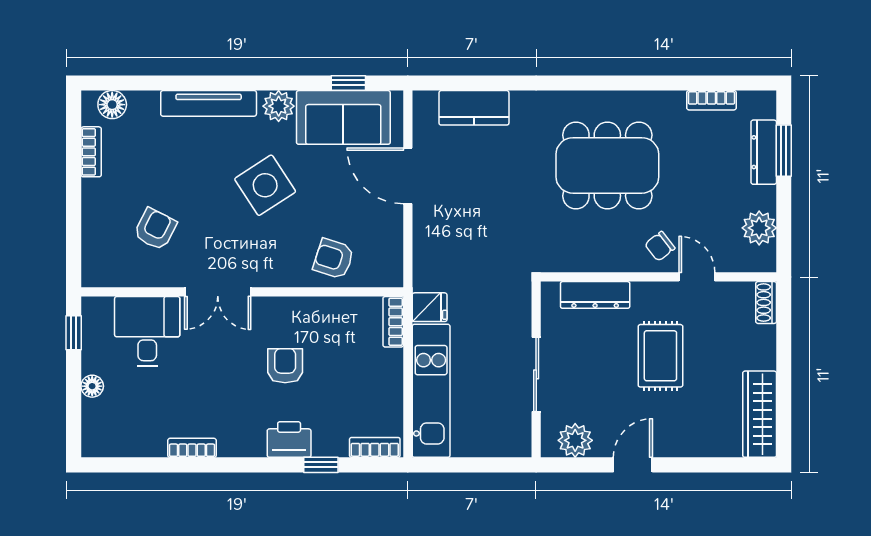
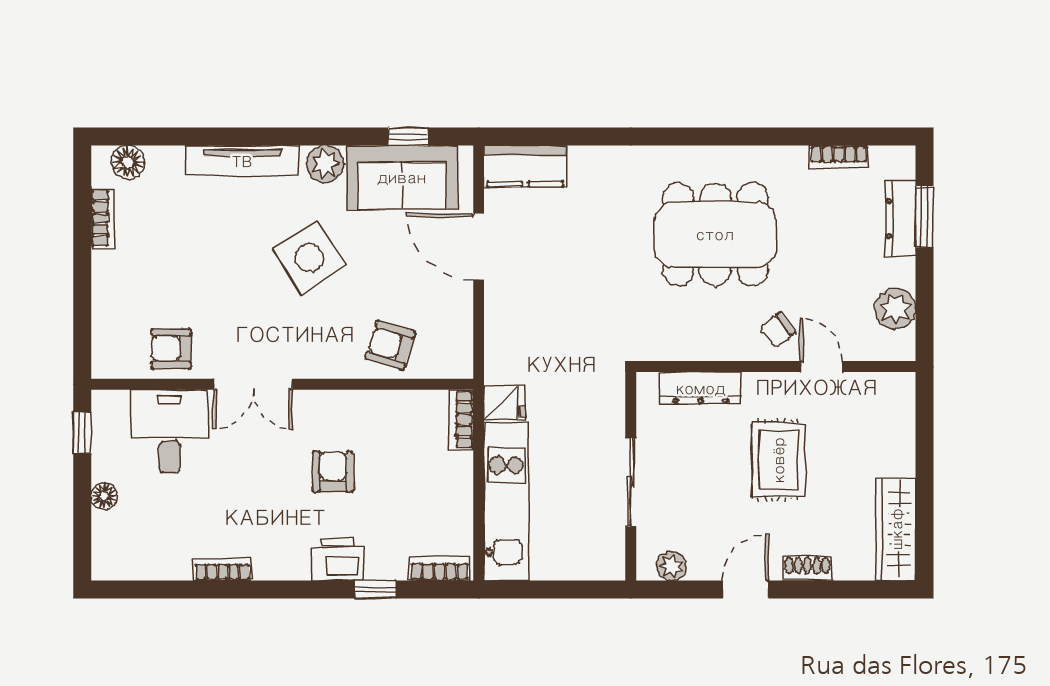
kitchen counter: (474, 108) -> (525, 166), moved
armchair: (155, 229) -> (171, 349), moved, turned -117
shoe rack: (766, 302) -> (808, 569), moved, turned 90
plant: (575, 440) -> (672, 566), width x0.73, depth x0.73

